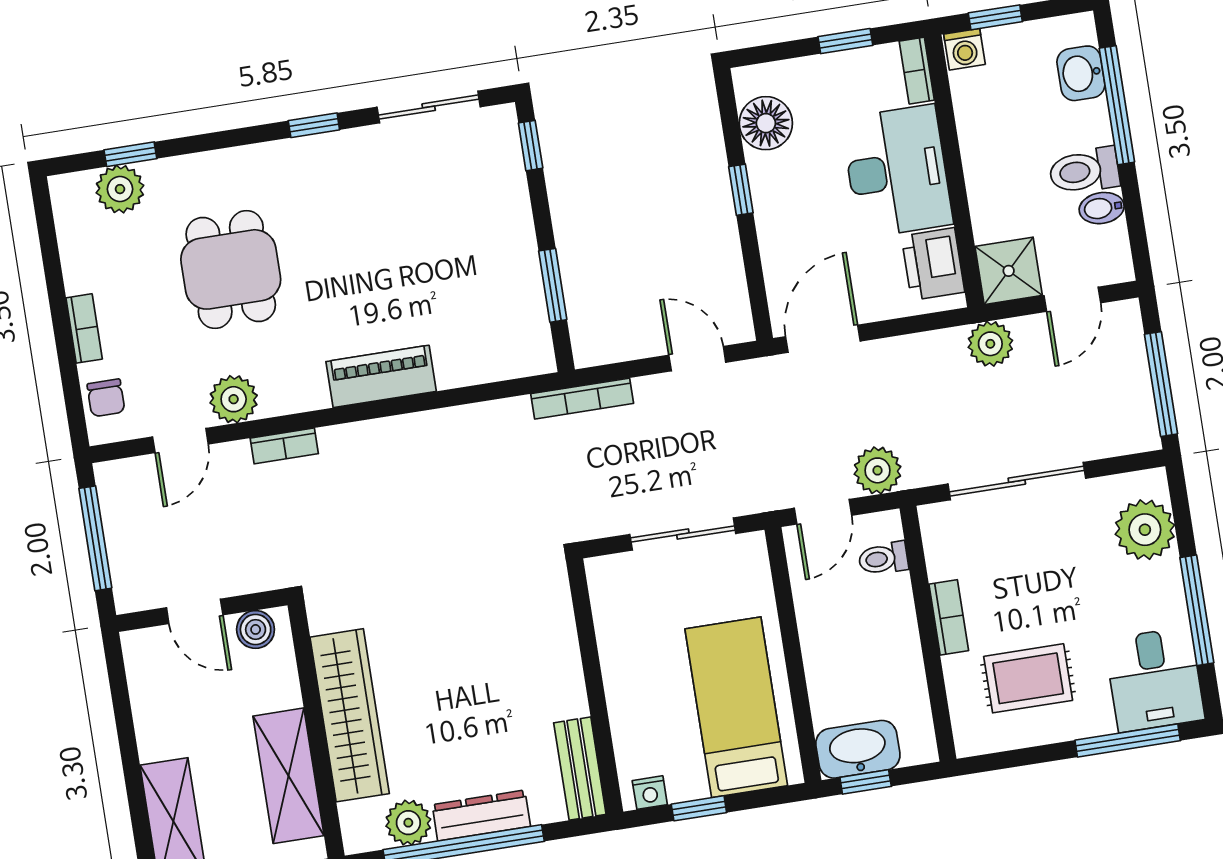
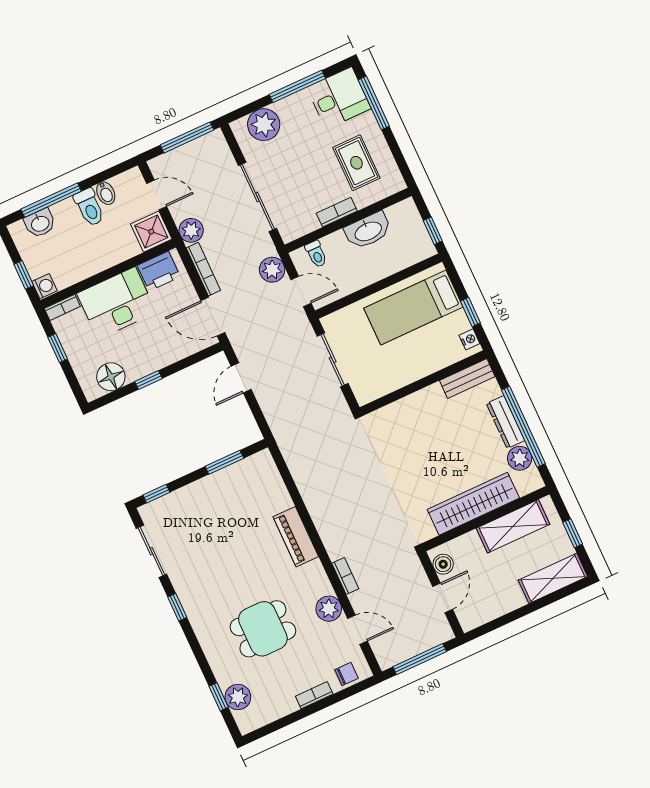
bookcase: (582, 399) -> (203, 269), moved
washbasin: (858, 749) -> (368, 231), moved, turned -90

